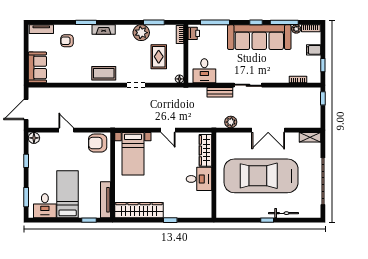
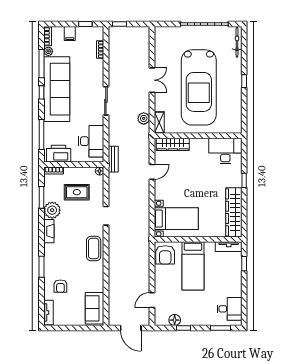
fireplace: (104, 29) -> (49, 231), moved
printer: (194, 33) -> (59, 154), width x1.87, depth x1.48
sofa: (37, 67) -> (94, 308), moved, turned -90
desk: (204, 71) -> (91, 141), width x1.37
bench: (220, 92) -> (113, 159), moved
door: (66, 130) -> (152, 300), moved
door: (168, 130) -> (152, 172), moved
double door: (268, 130) -> (152, 80), width x0.73
shelving: (310, 137) -> (159, 123), moved
floor lamp: (34, 138) -> (175, 320), moved
desk: (199, 179) -> (225, 151), moved, width x1.37
bed: (68, 194) -> (193, 266), moved, turned -90
tv unit: (106, 200) -> (229, 247), width x0.71
bicycle: (284, 213) -> (237, 42), moved

